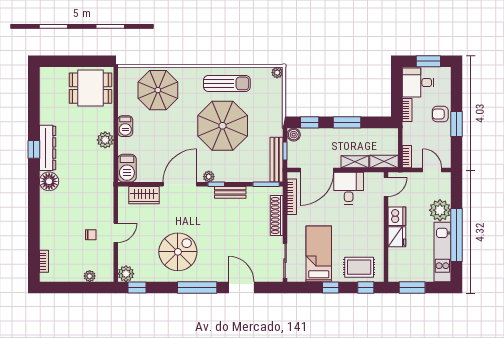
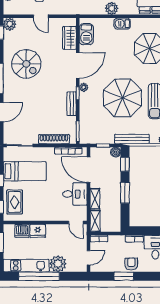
bench: (277, 160) -> (132, 139), moved
barbecue: (127, 168) -> (86, 34), moved, turned -90
door: (180, 184) -> (78, 65), hinge flipped
dishwasher: (397, 216) -> (22, 231), moved

